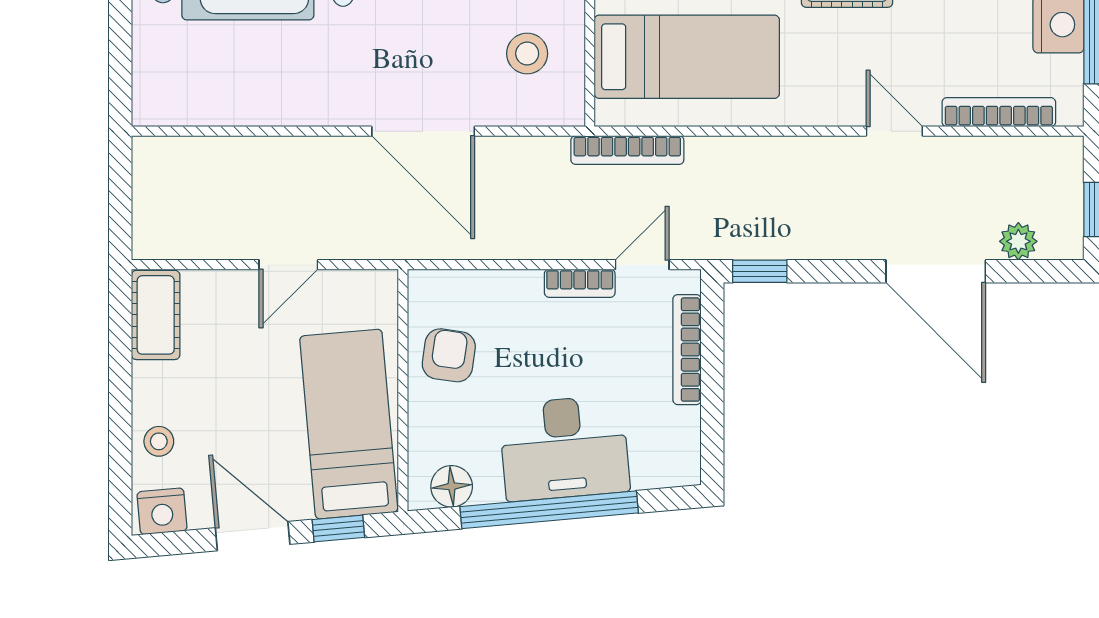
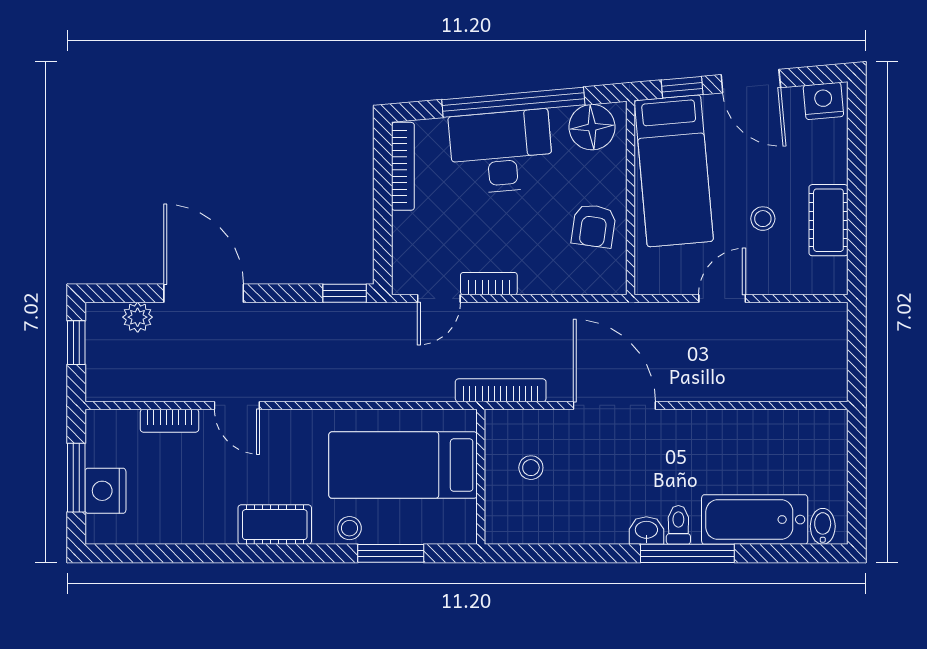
stool: (527, 54) -> (531, 468), width x0.73, depth x0.73
bookcase: (999, 112) -> (170, 421), width x0.64
bookcase: (627, 150) -> (501, 390), moved
cot: (156, 315) -> (828, 220), moved
bookcase: (687, 350) -> (403, 166), moved
stool: (159, 441) -> (763, 219), moved
floor lamp: (452, 486) -> (592, 127), width x1.38, depth x1.38

